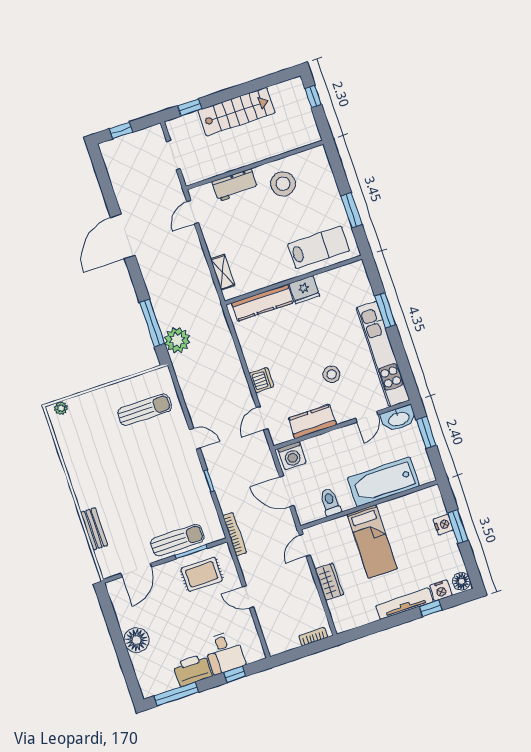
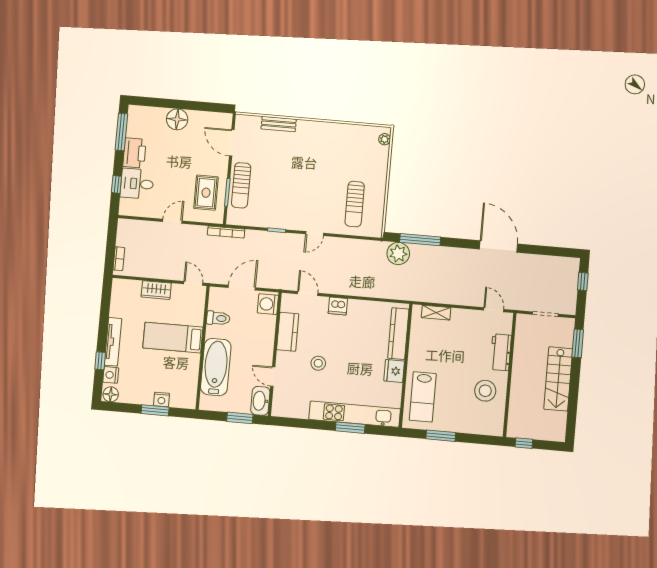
window: (313, 97) -> (524, 443), moved
window: (190, 107) -> (578, 343), width x1.50
kitchen unit: (383, 354) -> (355, 414), moved

